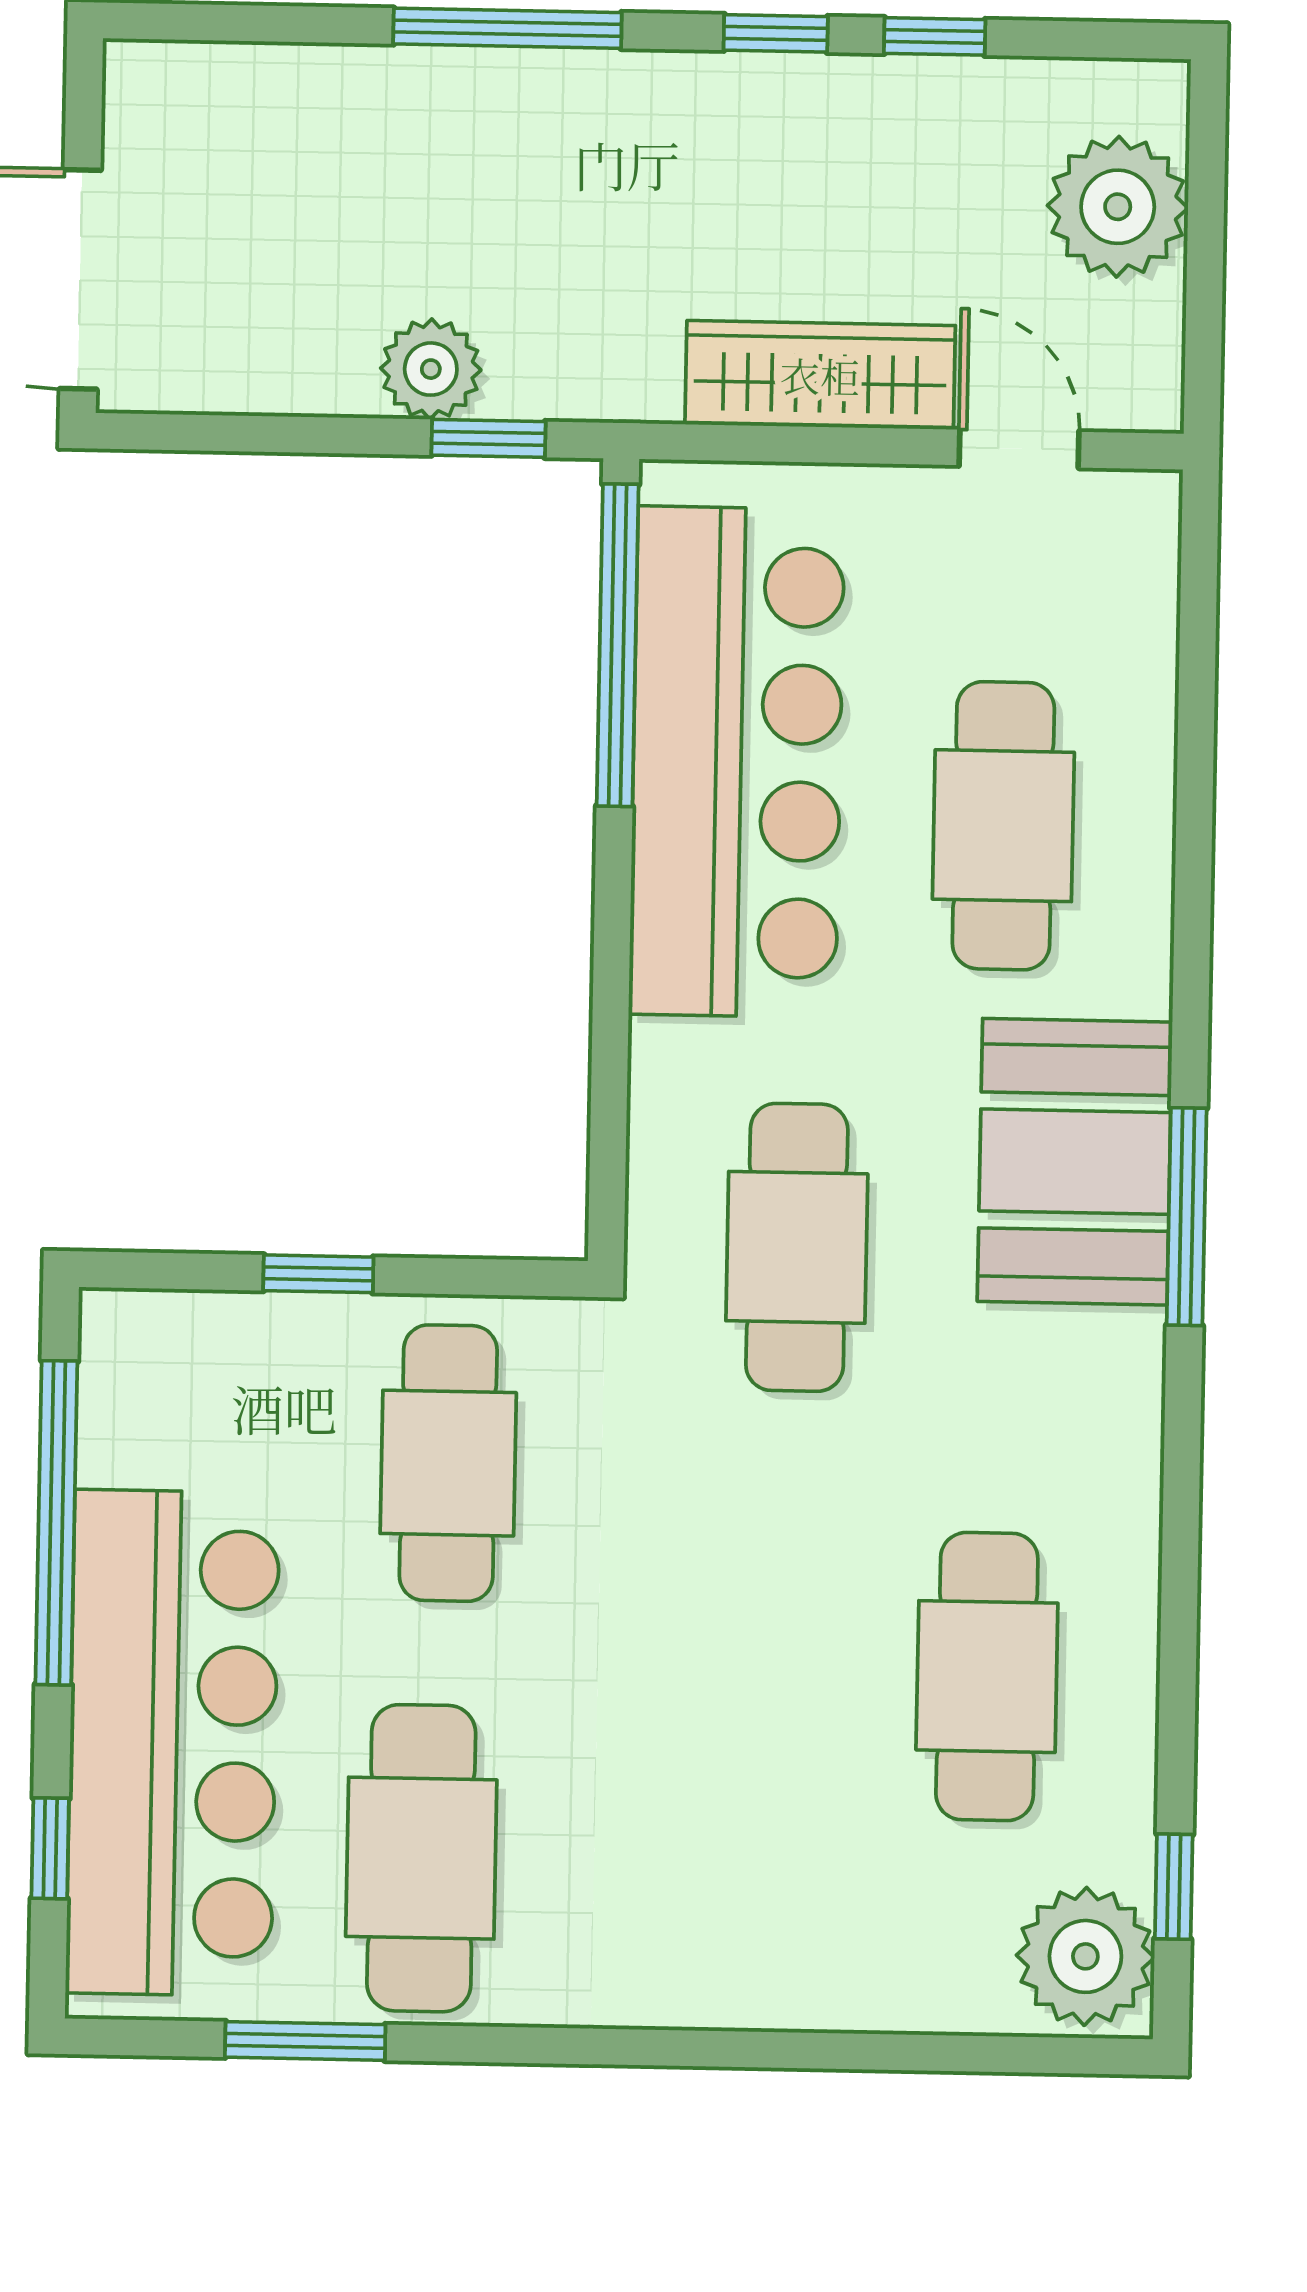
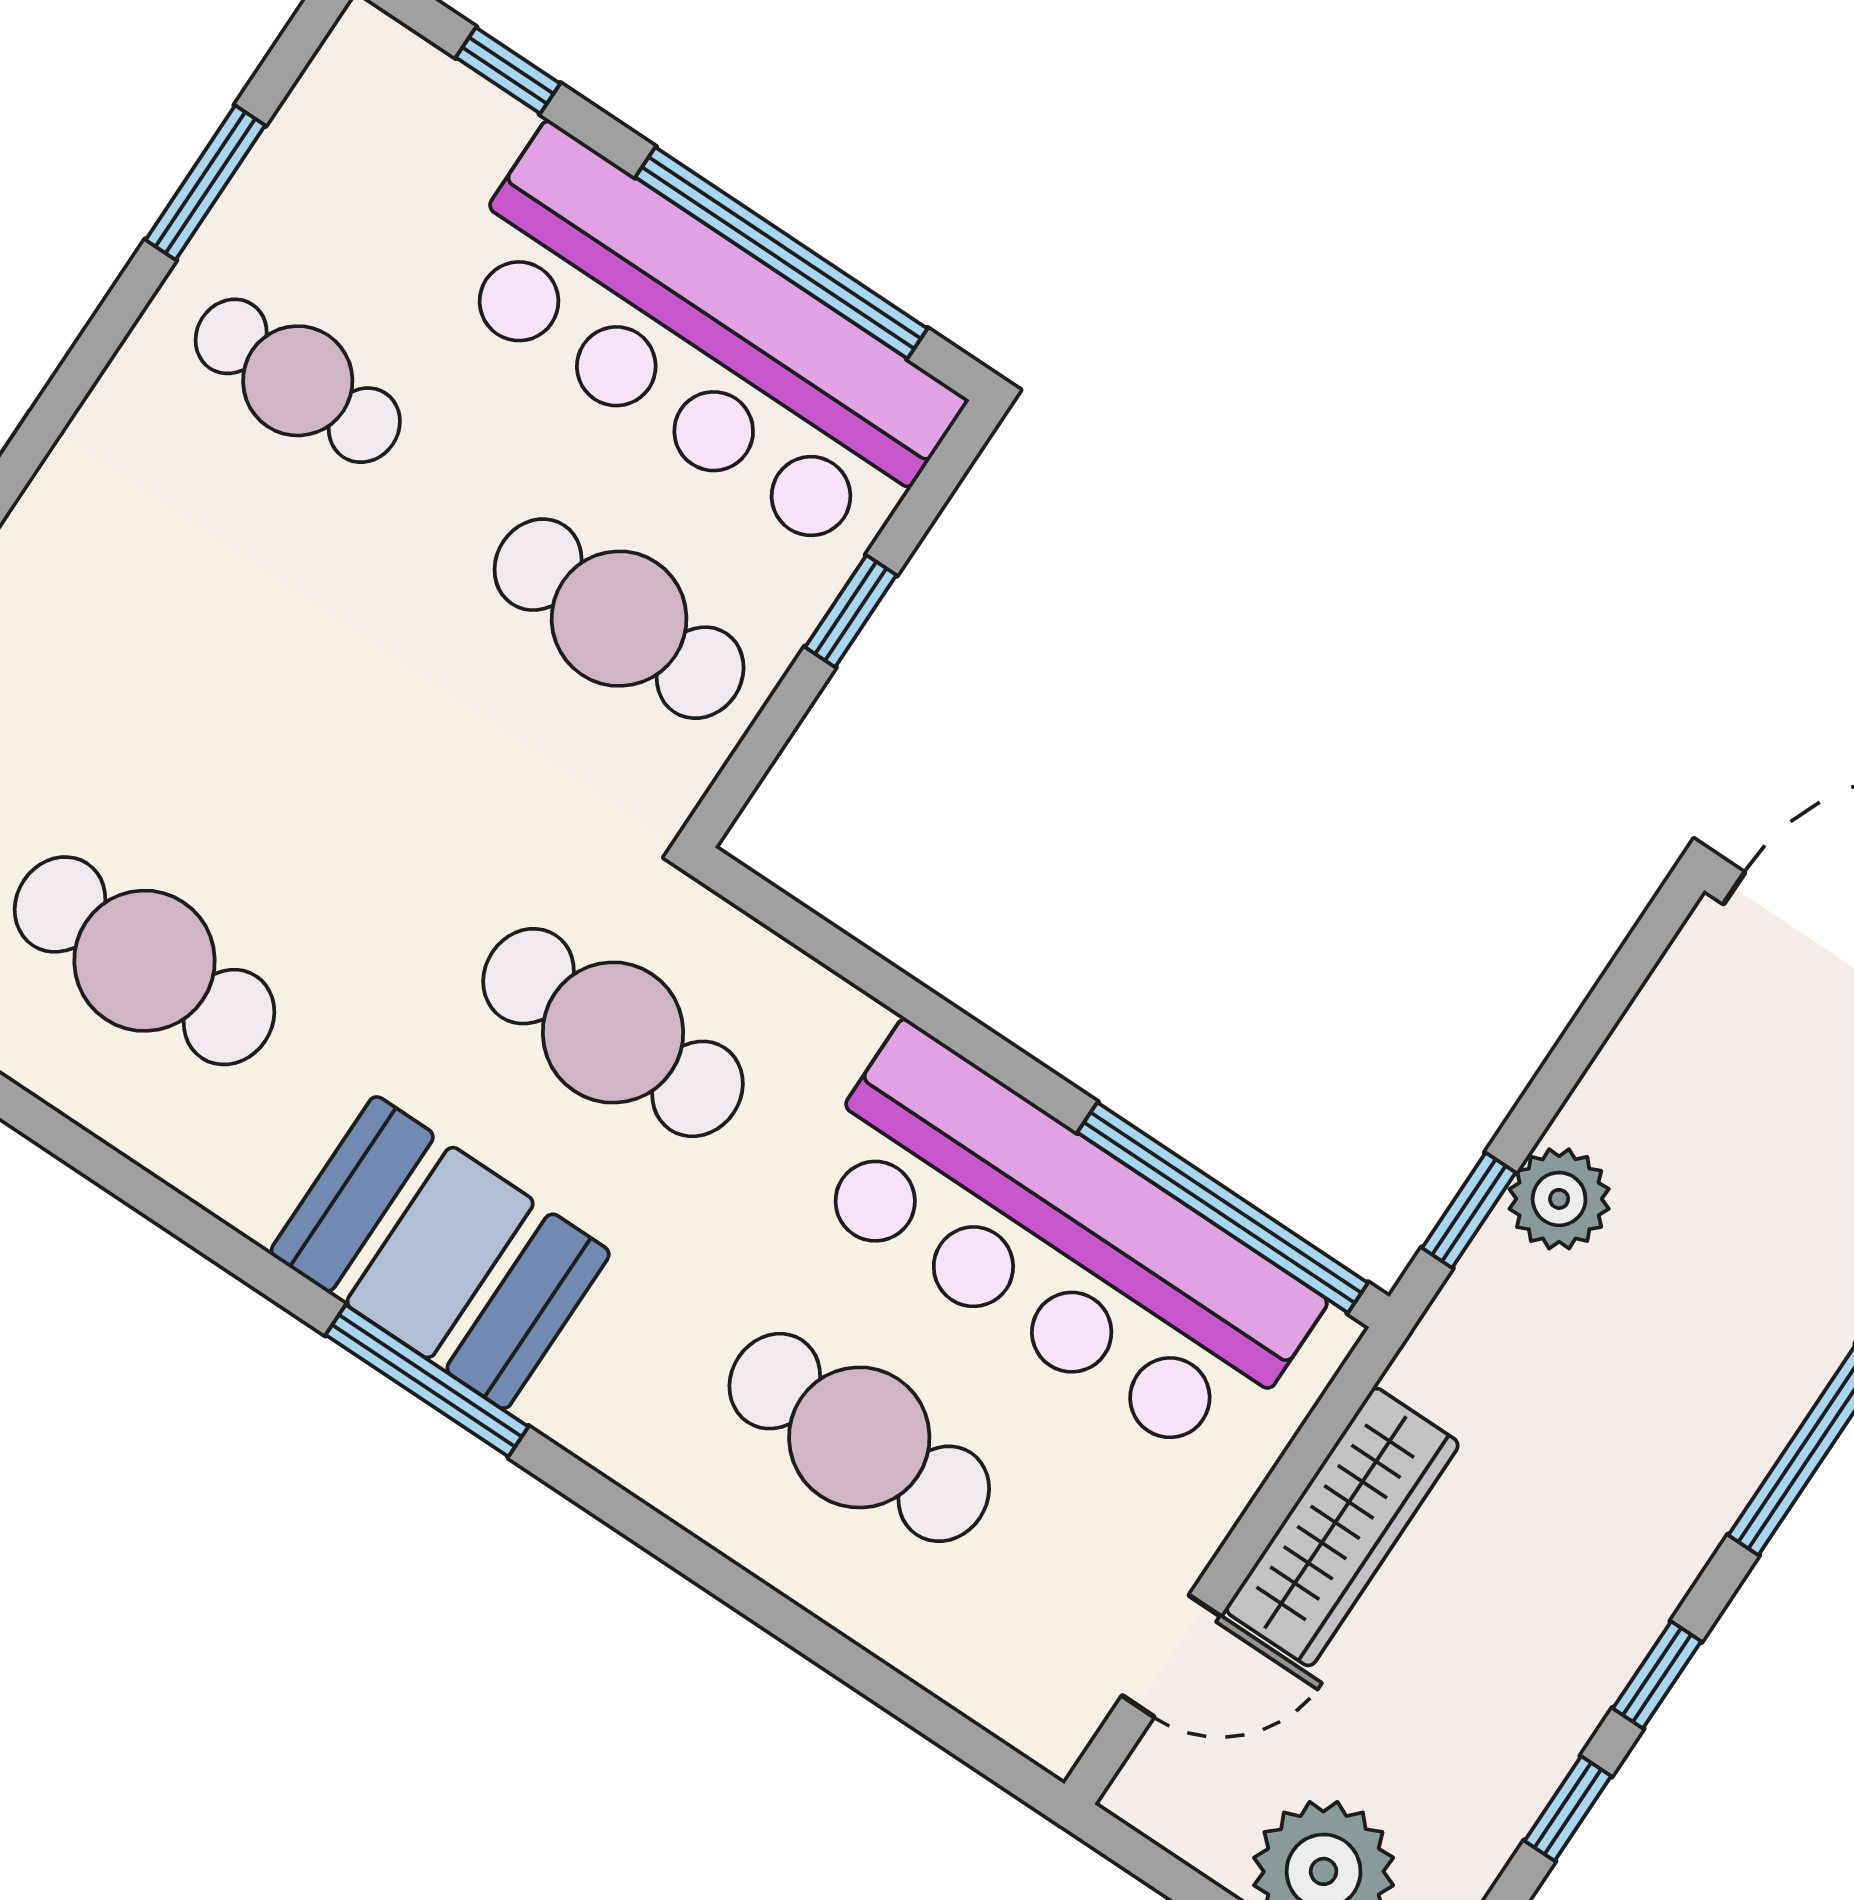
booth: (1075, 1162) -> (440, 1253), moved
bar counter: (173, 1743) -> (701, 345), moved
cafe table: (421, 1858) -> (298, 381), width x0.73, depth x0.74

